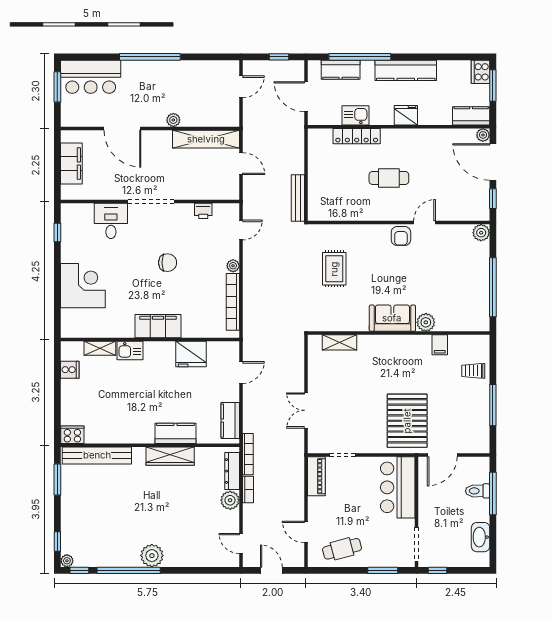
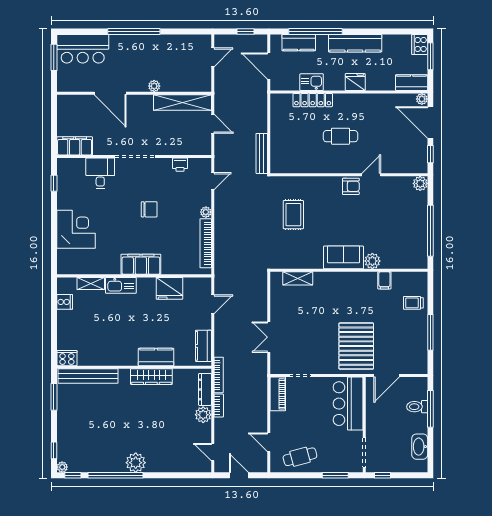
filing cabinet: (71, 163) -> (75, 146), moved, turned -90
armchair: (401, 236) -> (351, 186), turned -90
kitchen sink: (130, 351) -> (121, 285), width x1.38

